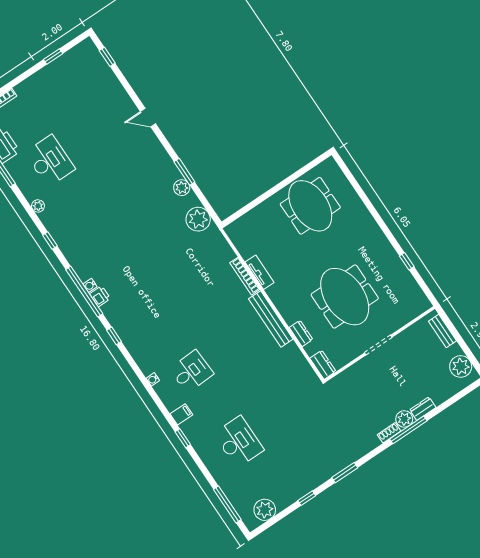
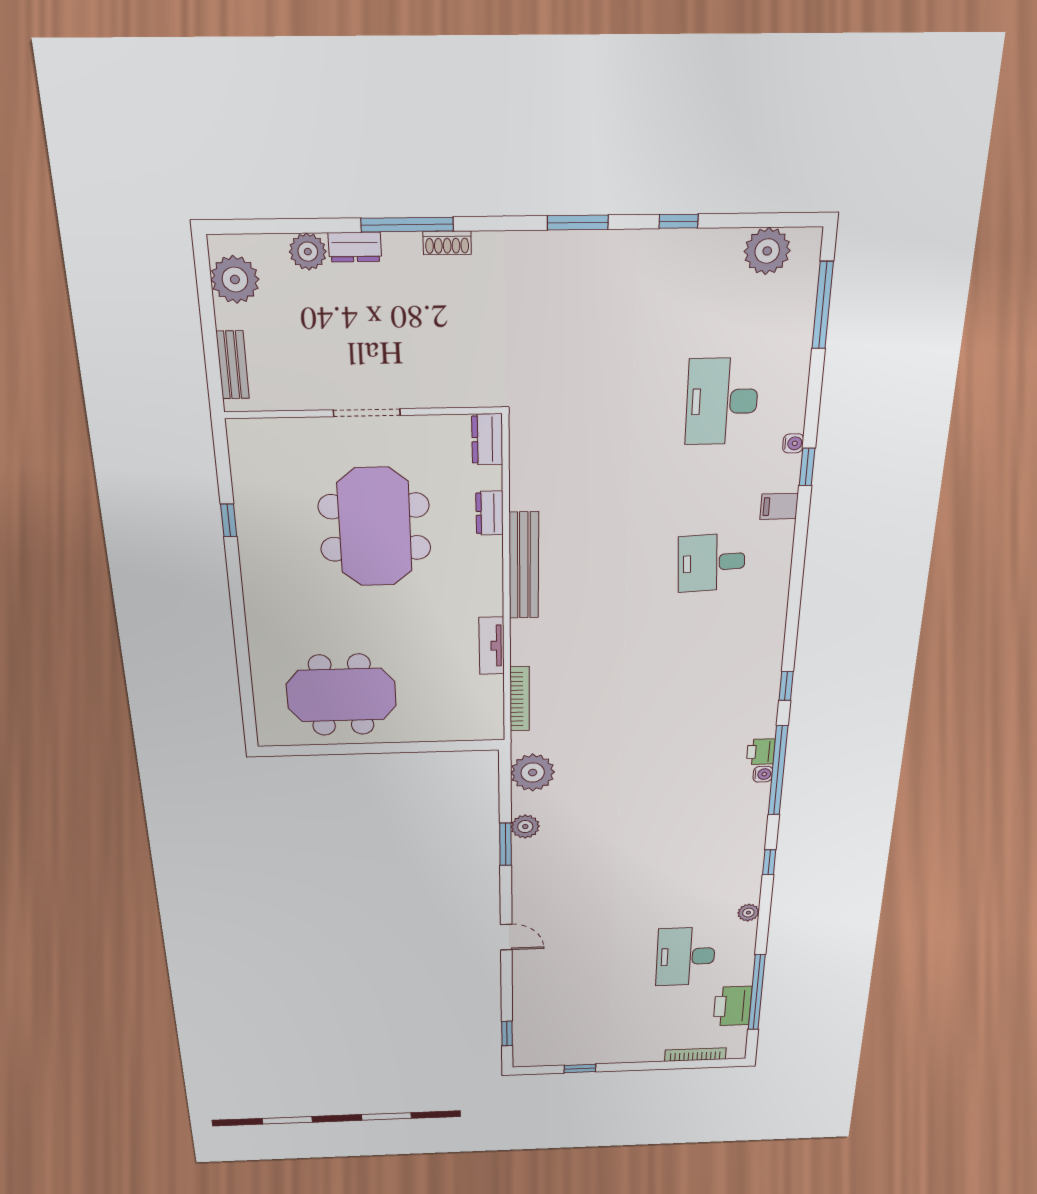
meeting table: (310, 206) -> (341, 695), turned 90
bookcase: (245, 276) -> (520, 699), moved
water cooler: (153, 379) -> (793, 443), moved
plant: (404, 419) -> (308, 252), moved

